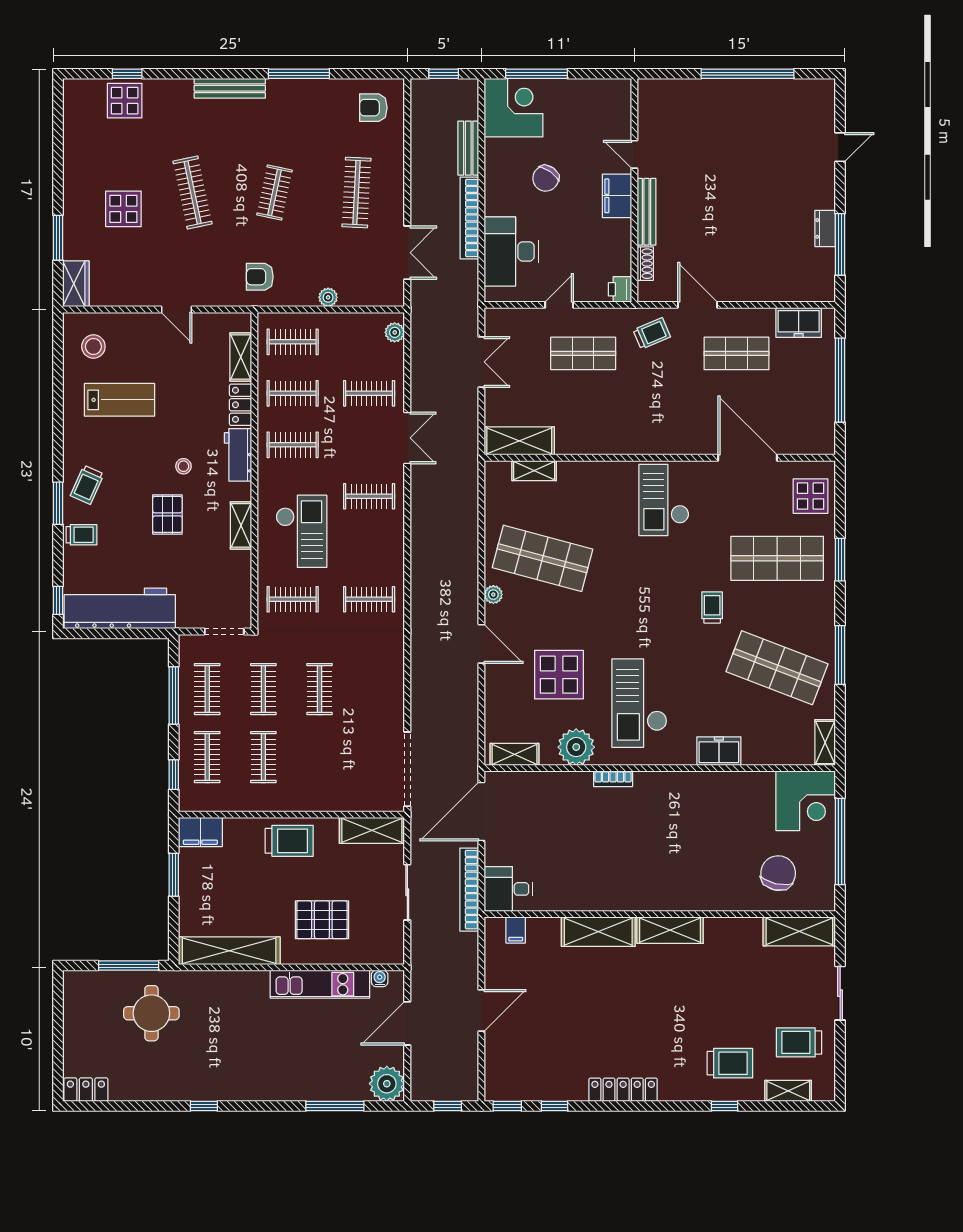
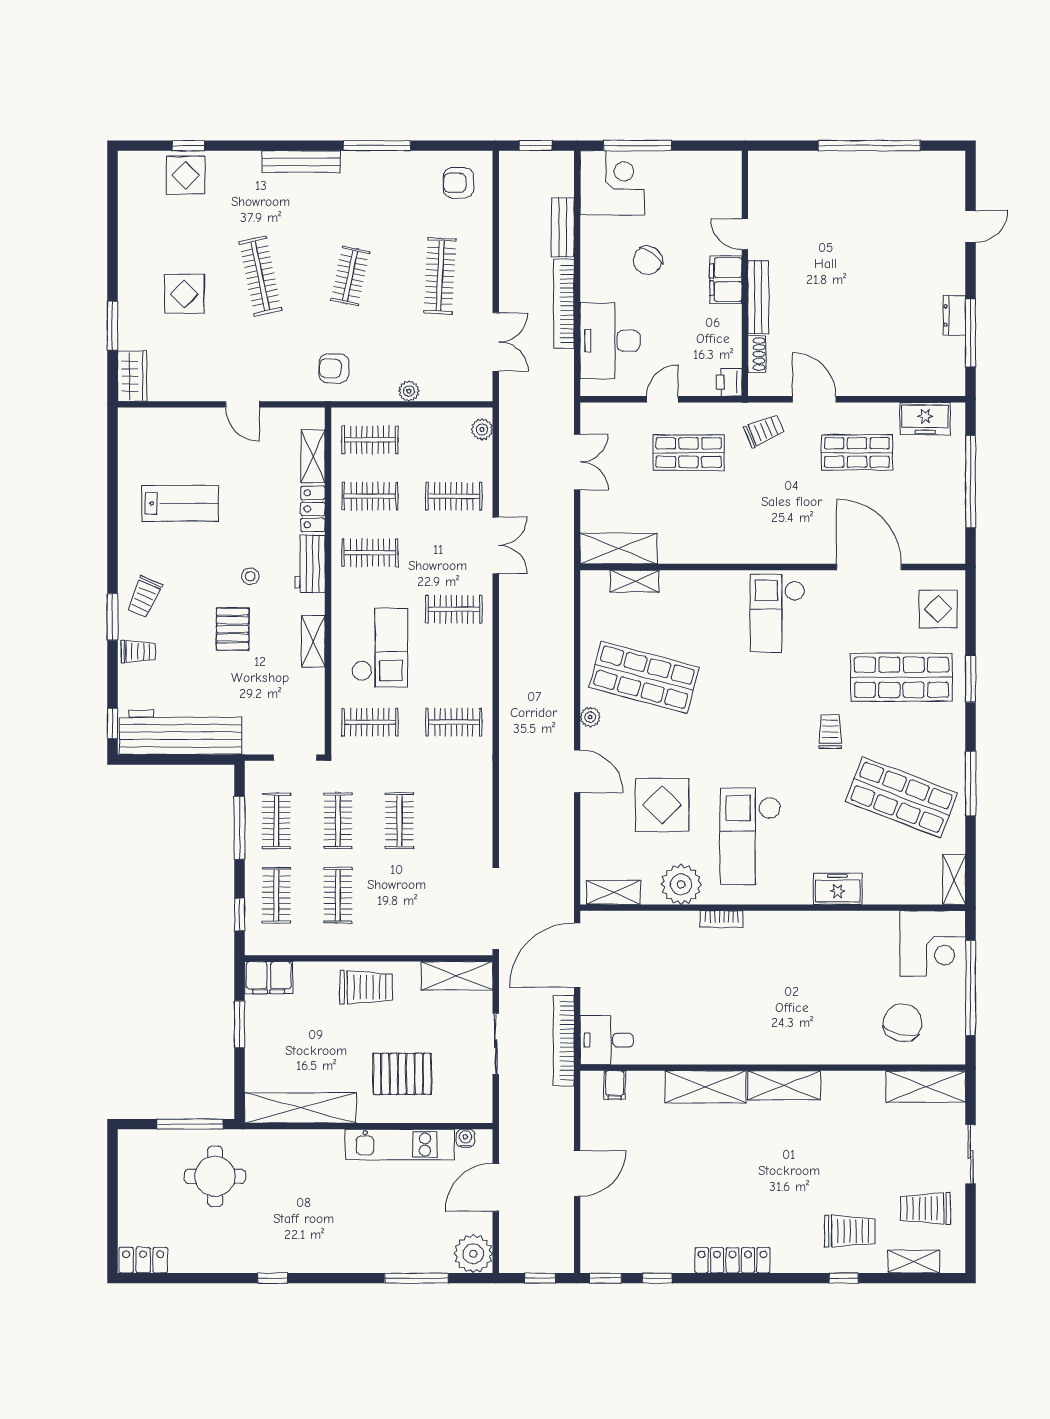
stool: (93, 347) -> (151, 445), removed

